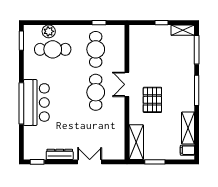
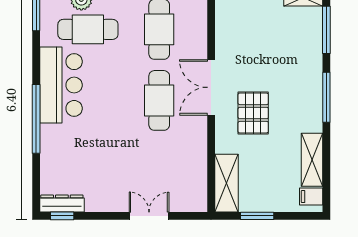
double door: (127, 84) -> (211, 87), width x1.37
bar counter: (36, 102) -> (61, 85), moved
dresser: (60, 154) -> (62, 204), moved

